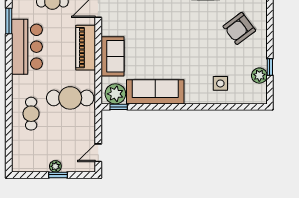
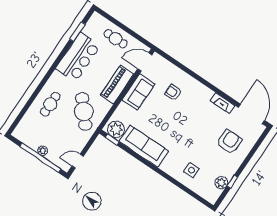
armchair: (148, 17) -> (173, 93), added
armchair: (239, 28) -> (229, 142), turned 127
sofa: (112, 56) -> (139, 92), moved
cafe table: (70, 98) -> (84, 111), turned 49
window: (58, 175) -> (40, 158), width x3.17

